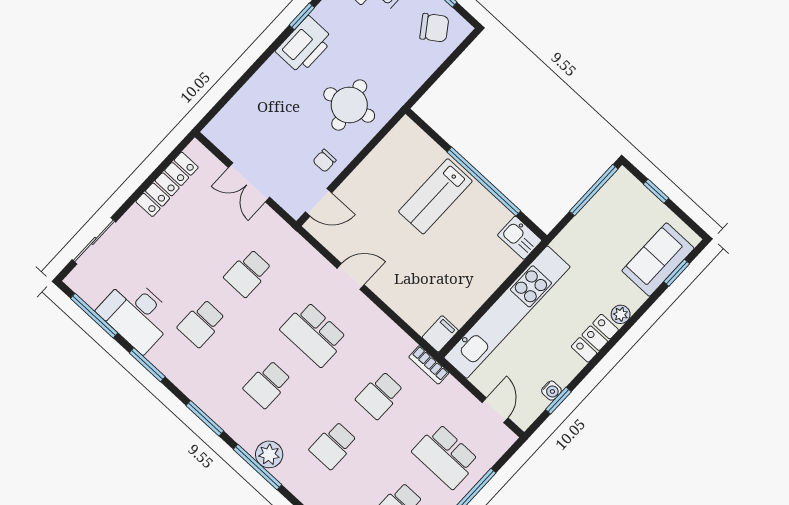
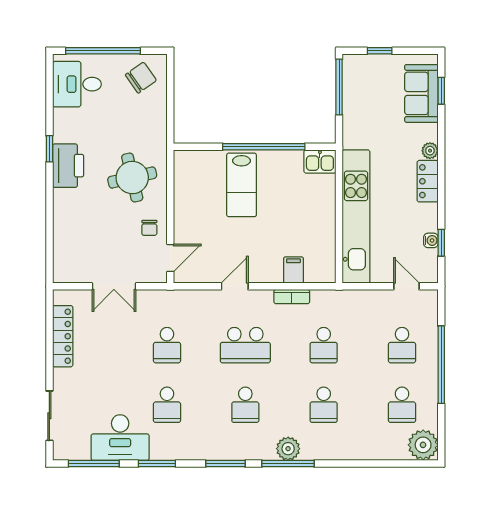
filing cabinet: (440, 334) -> (293, 270), moved
bookcase: (429, 365) -> (292, 297), moved
school desk: (446, 456) -> (402, 345), width x0.54

